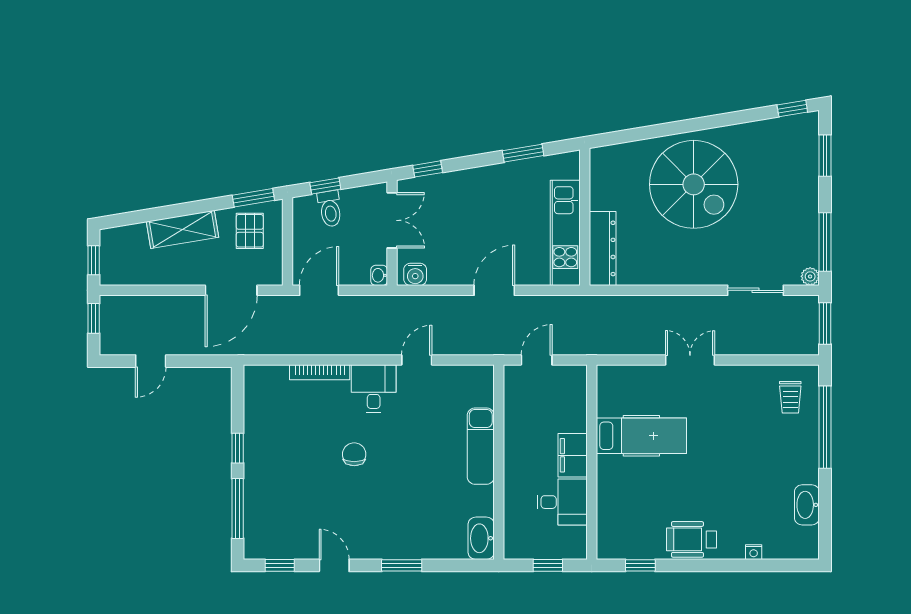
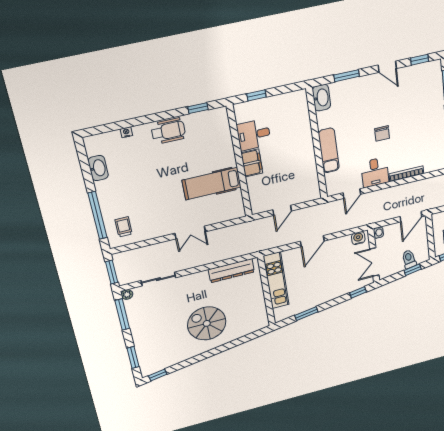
spiral stairs: (694, 184) -> (207, 323), width x0.73, depth x0.73
dresser: (603, 248) -> (231, 271), moved, turned -90
exam couch: (481, 446) -> (329, 150), moved
wall: (499, 462) -> (317, 144), moved
washbasin: (481, 538) -> (321, 98), moved

